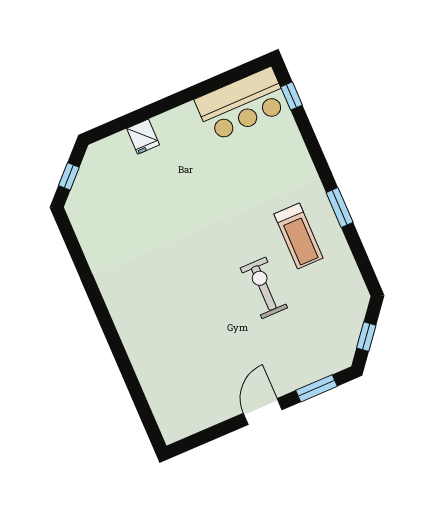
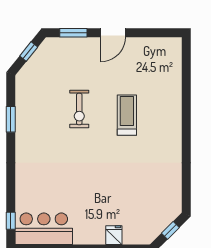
window: (340, 208) -> (11, 119), moved
treadmill: (298, 236) -> (127, 115), moved

